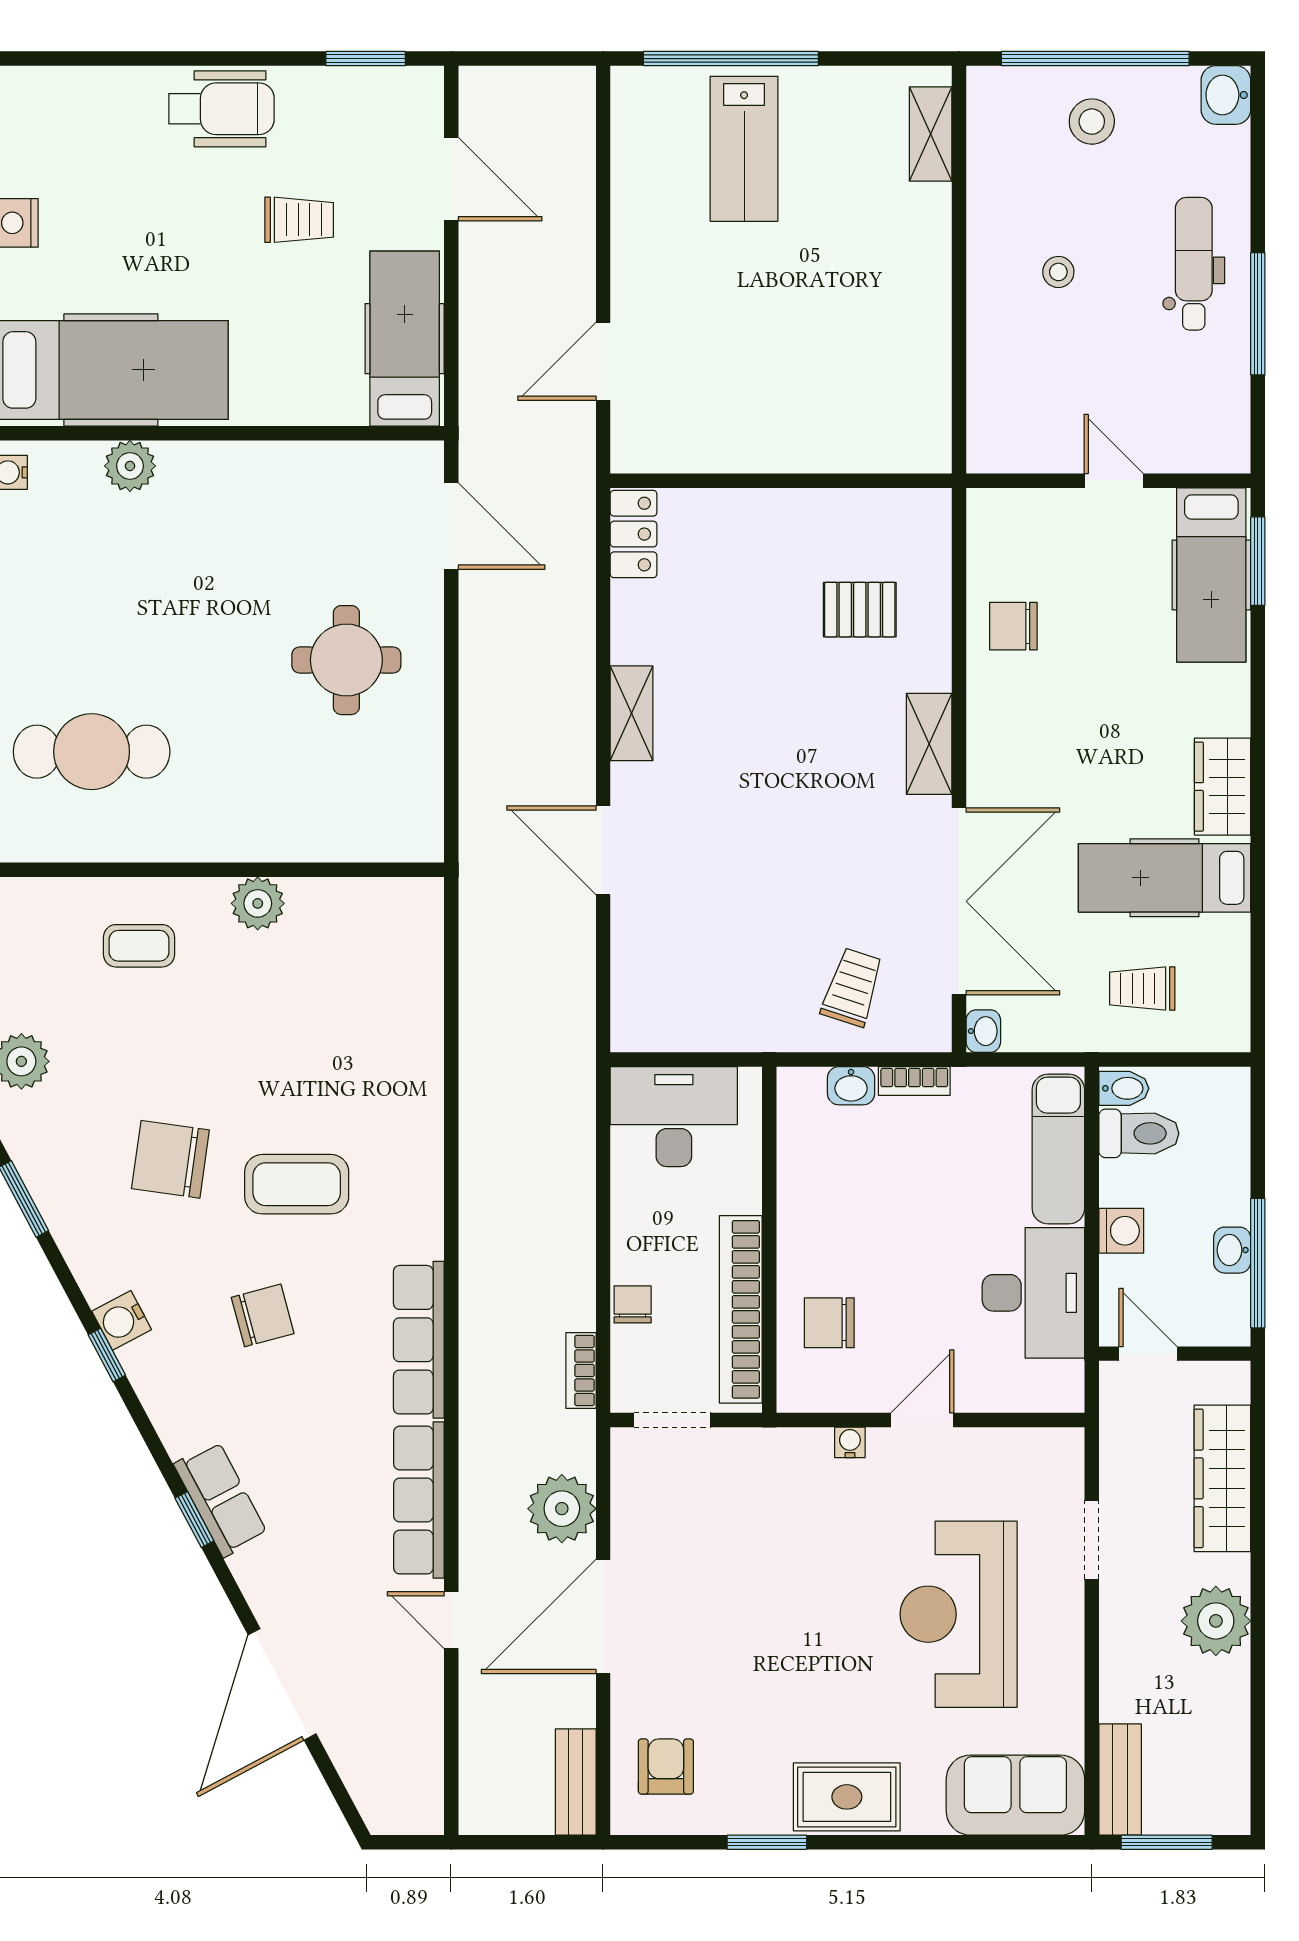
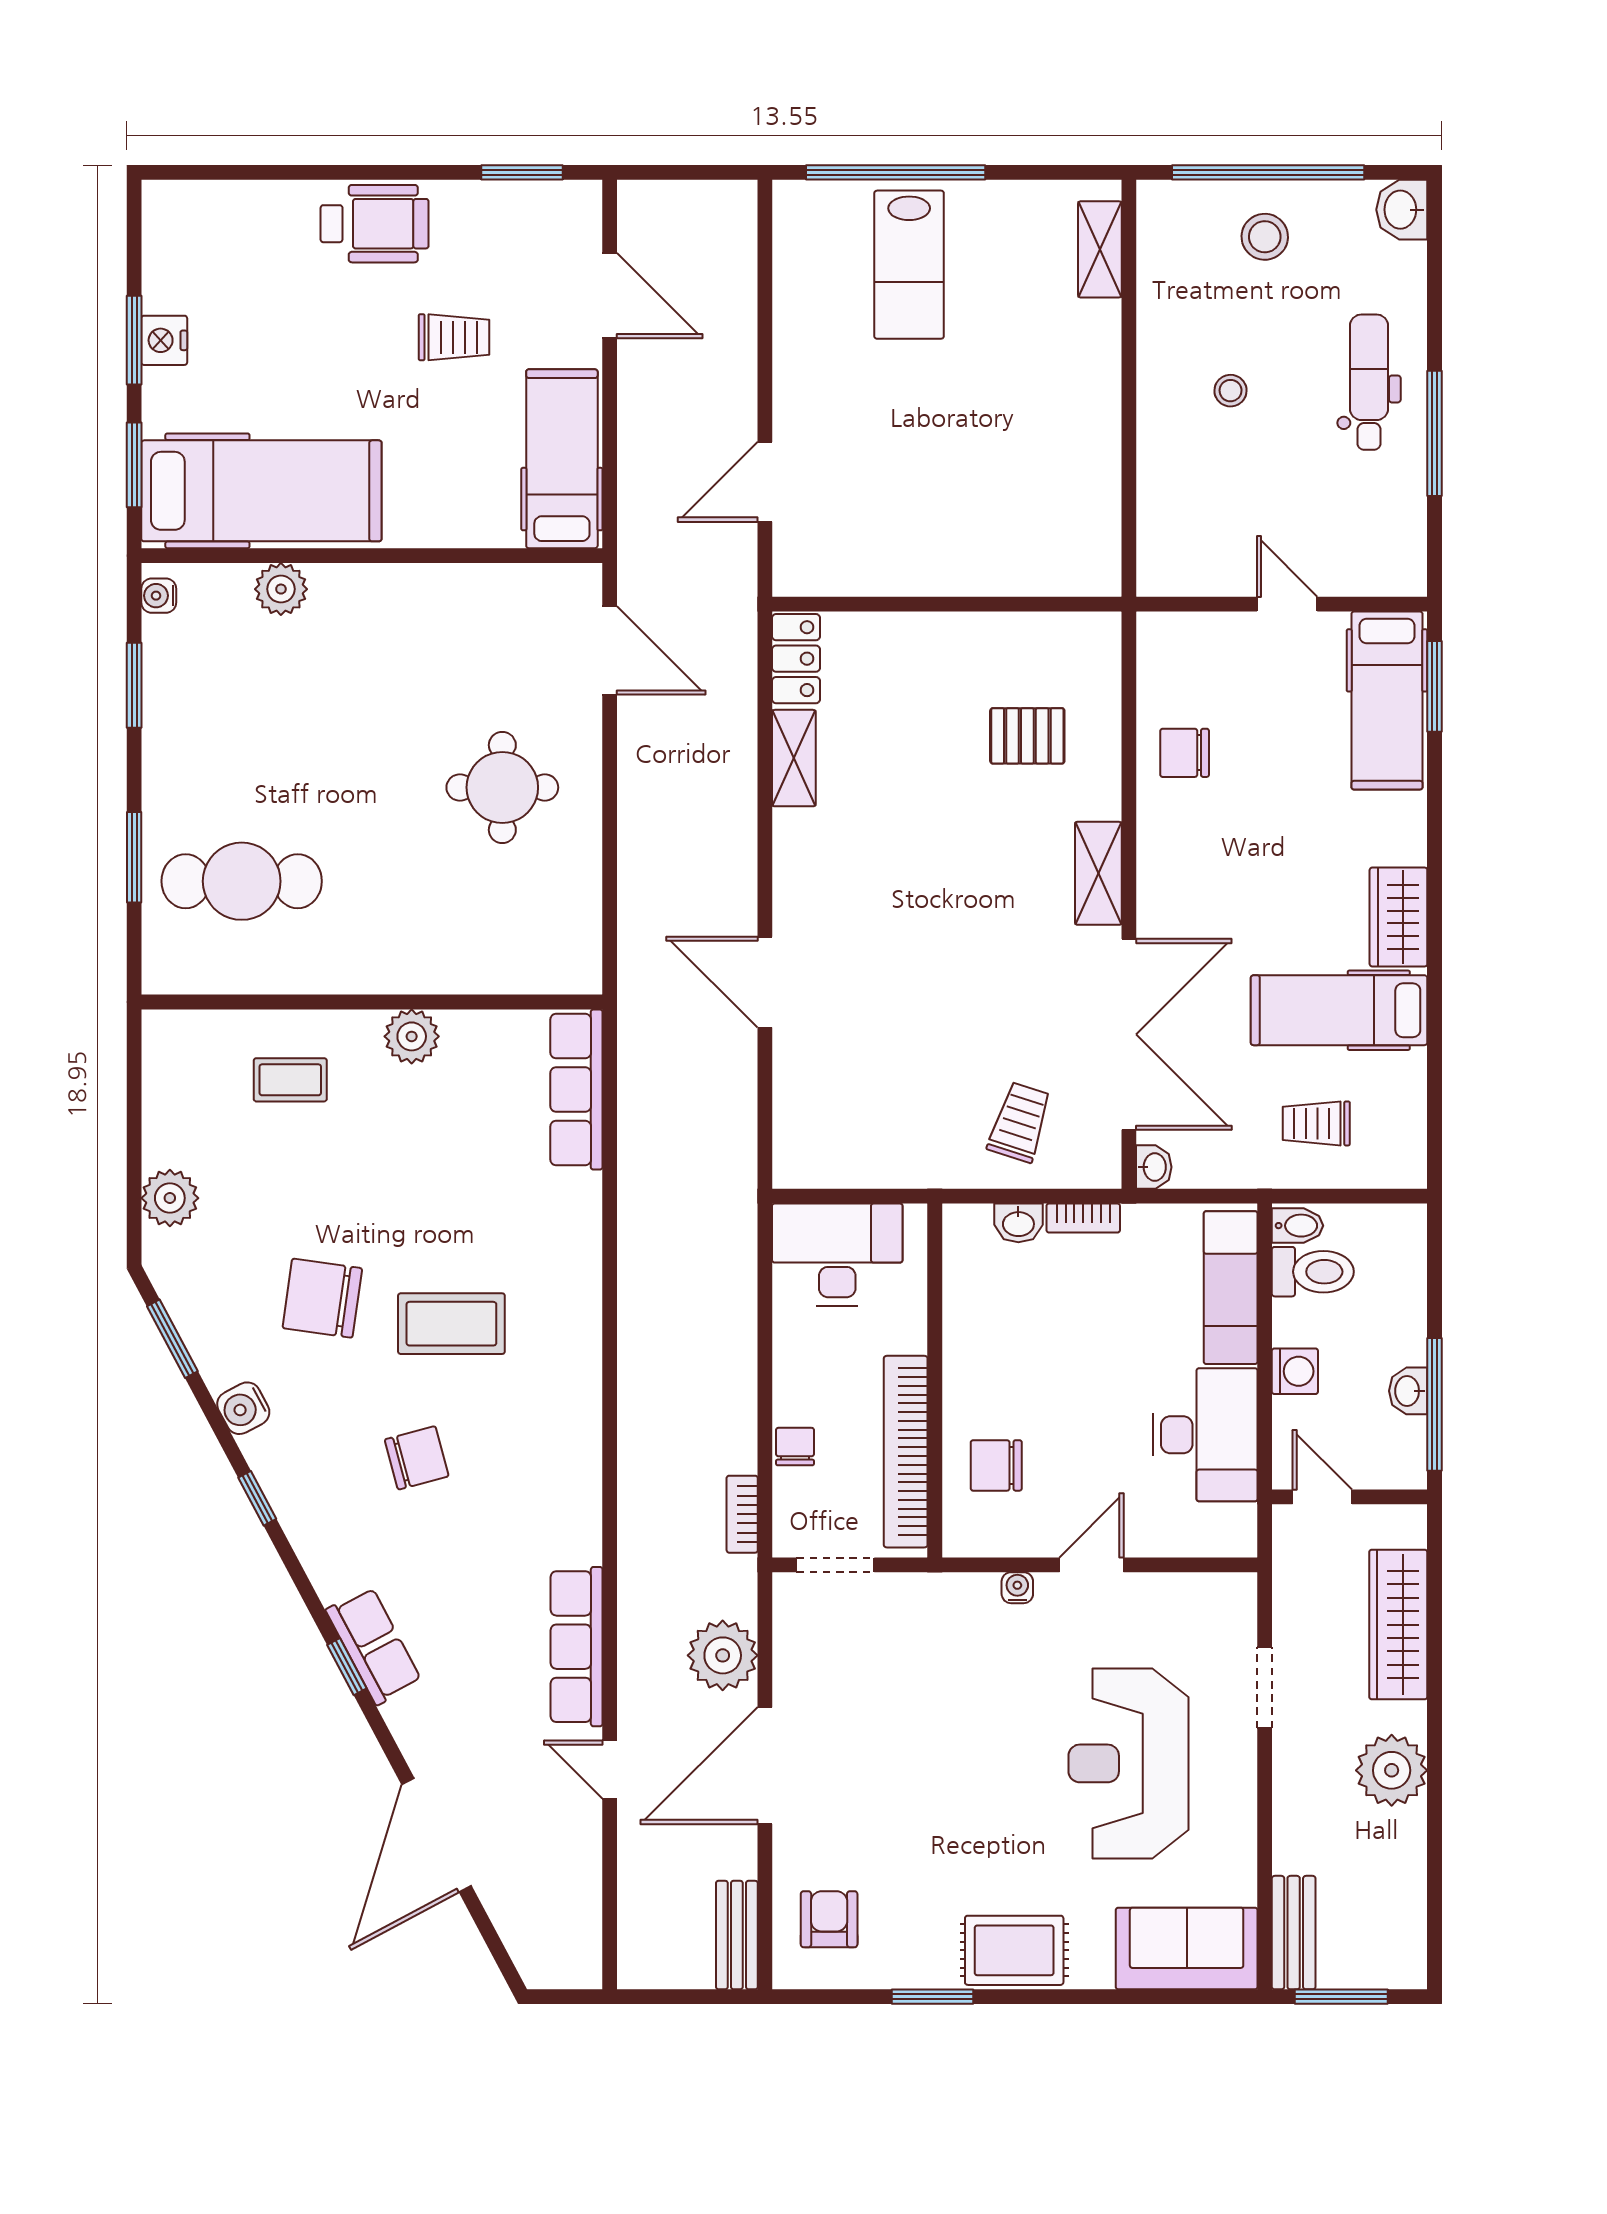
shelving: (632, 713) -> (794, 758), moved
water cooler: (122, 1320) -> (243, 1408), moved
row of seats: (419, 1340) -> (576, 1090), moved

